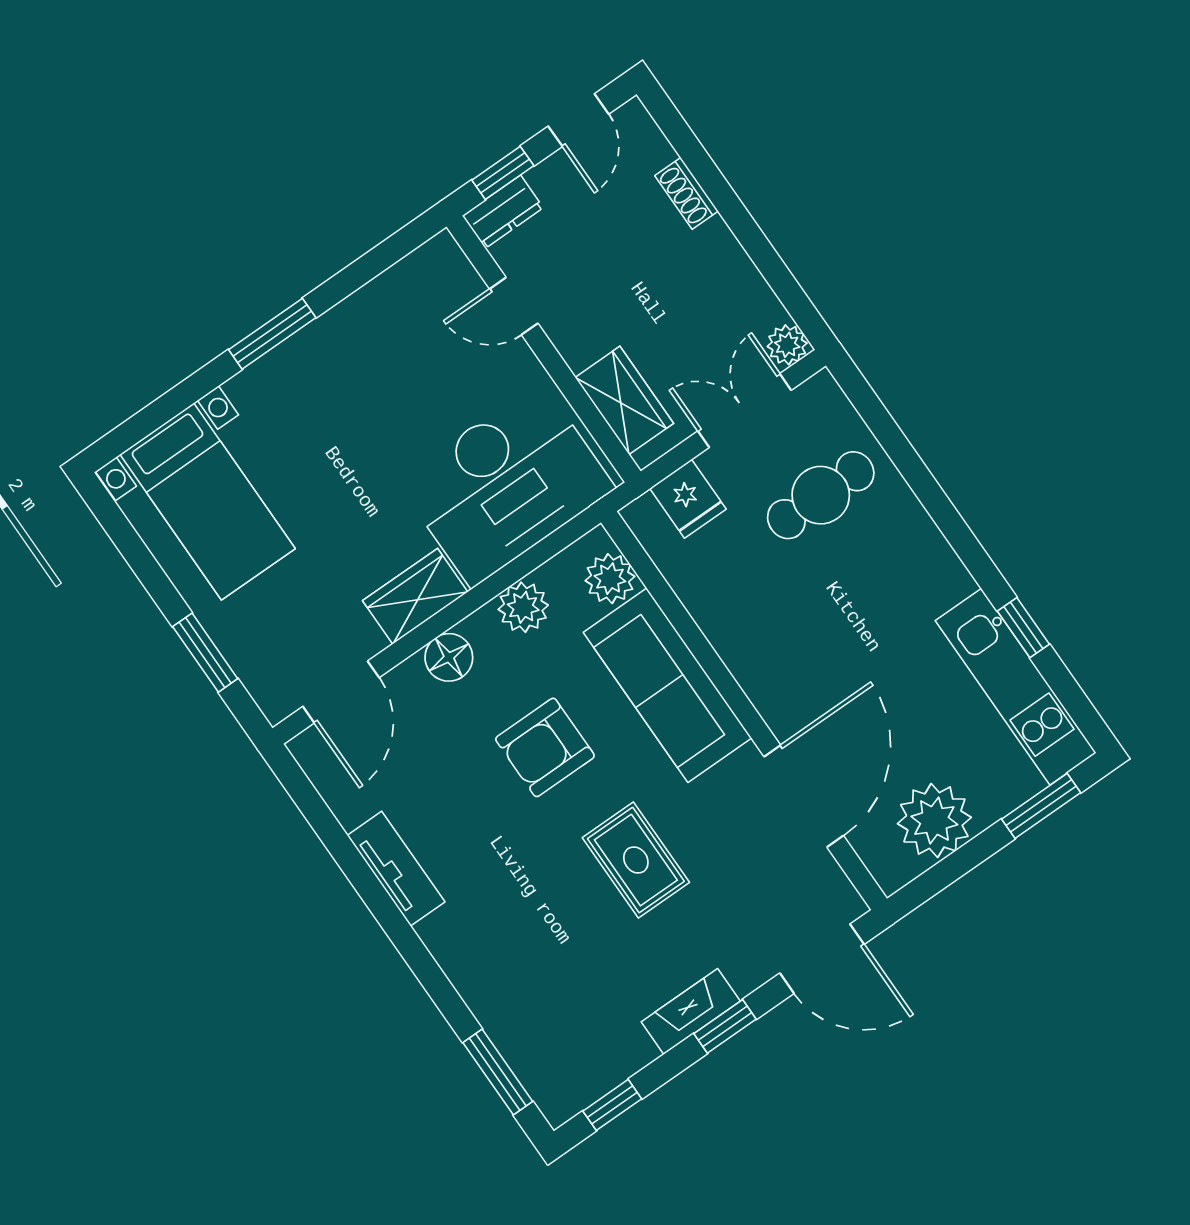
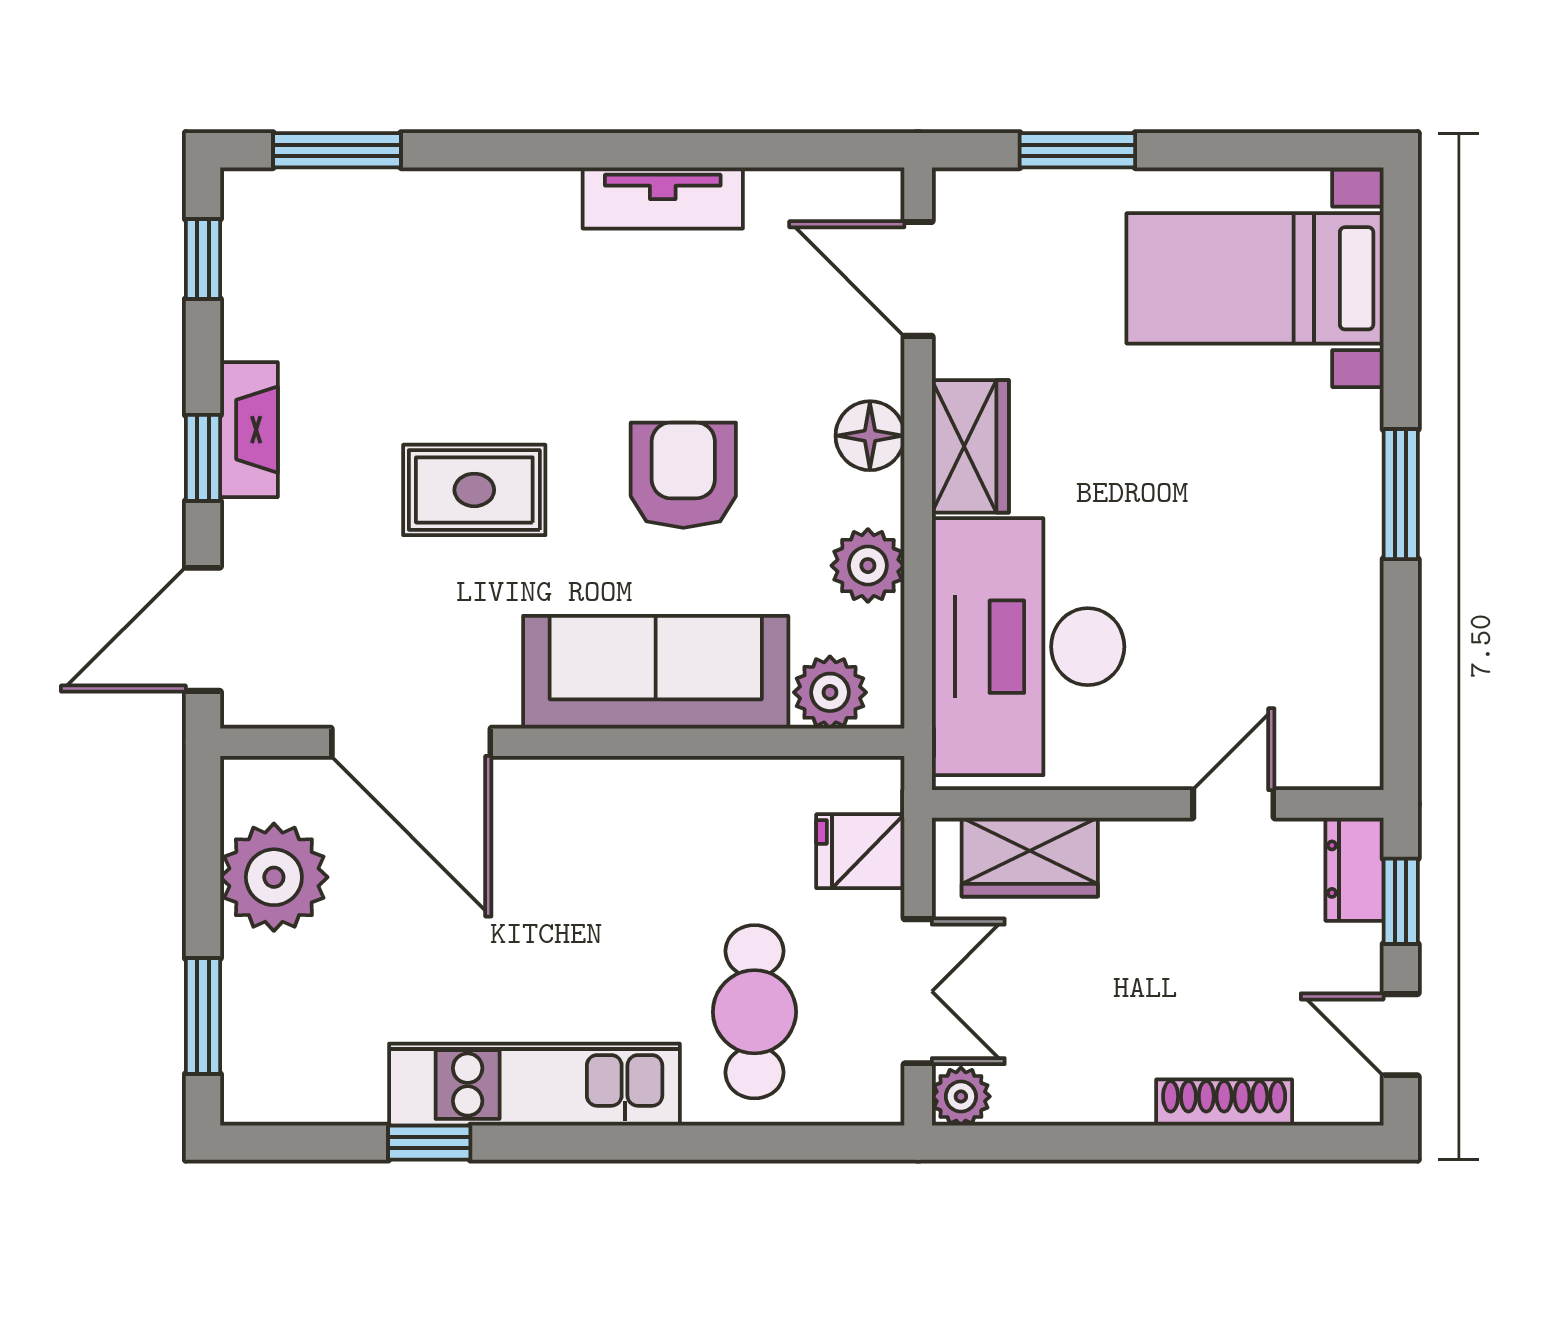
shoe rack: (687, 193) -> (1224, 1102), width x1.43
kitchen unit: (1016, 687) -> (534, 1085), moved

